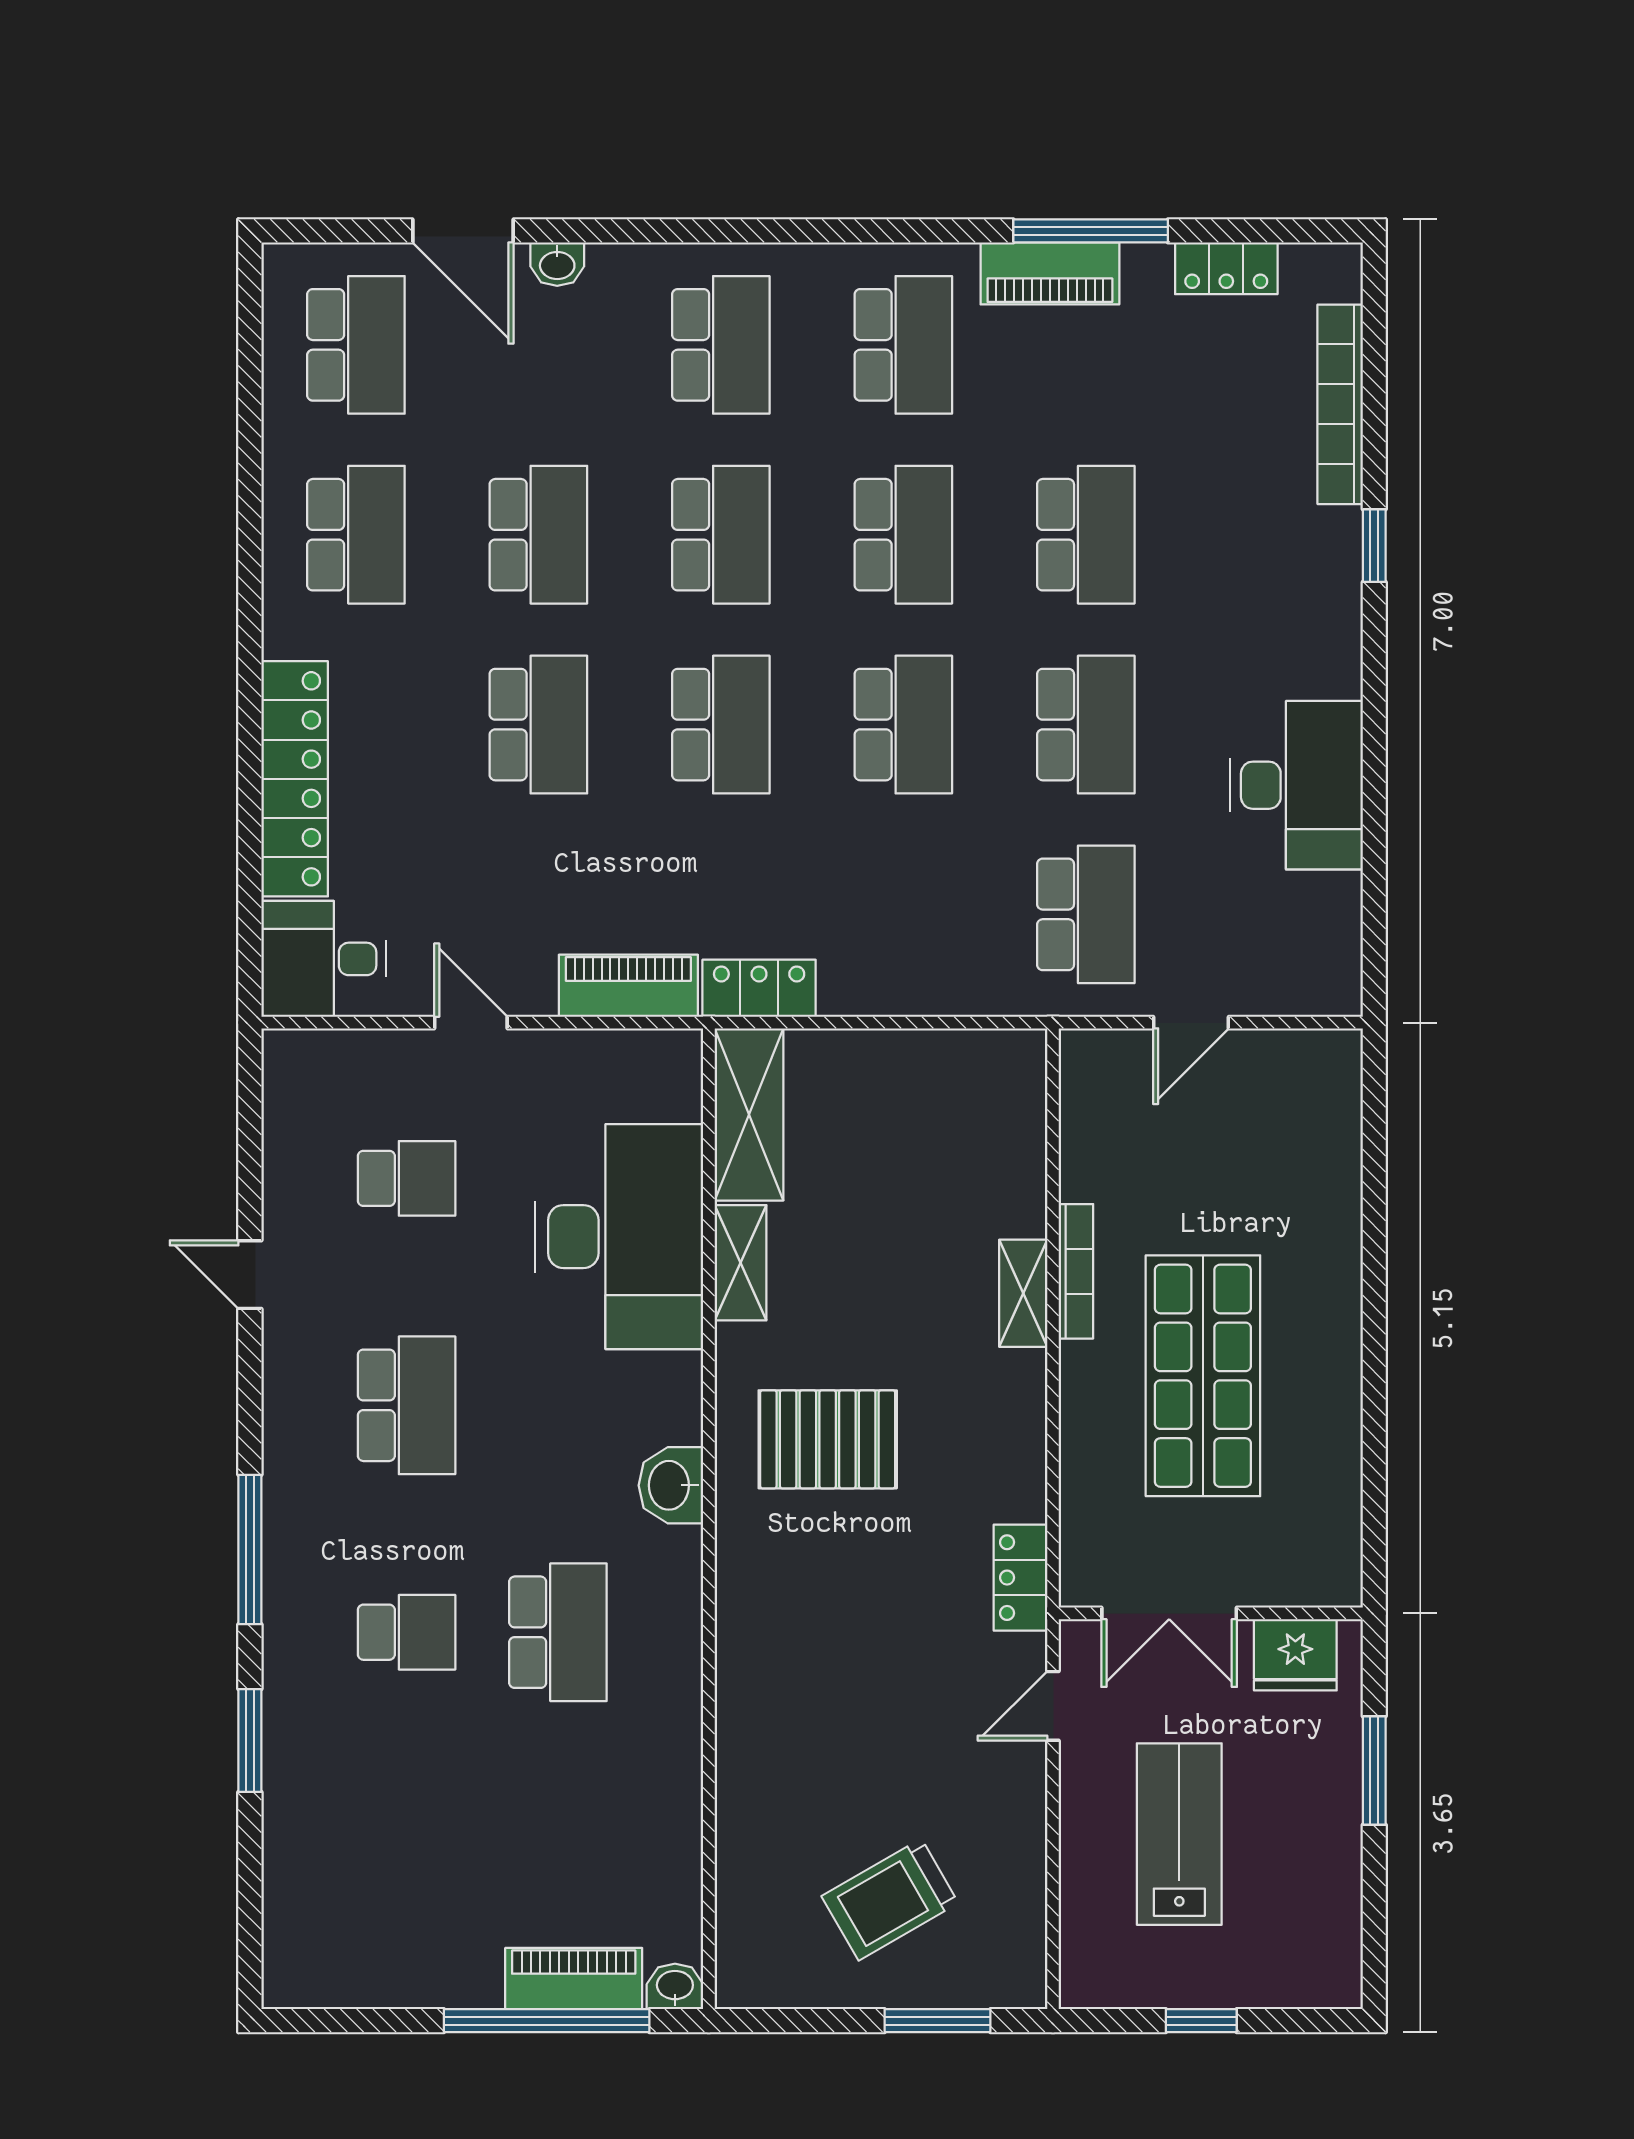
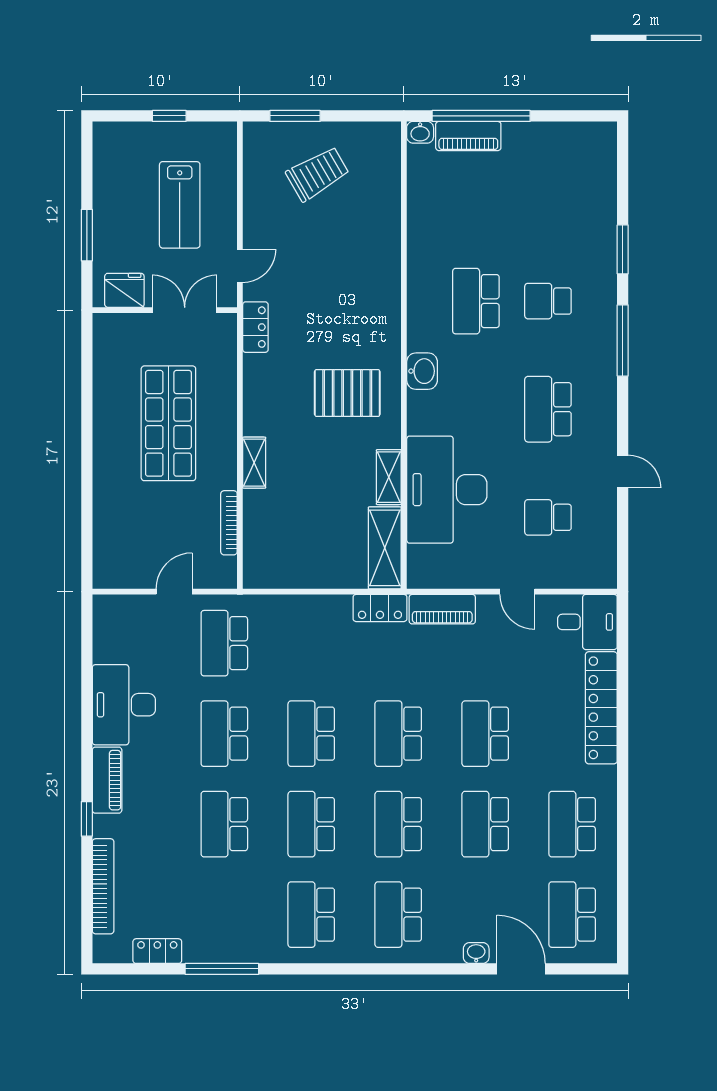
piano: (1050, 273) -> (107, 780), moved, turned 90
bookcase: (1076, 1271) -> (229, 523), moved

